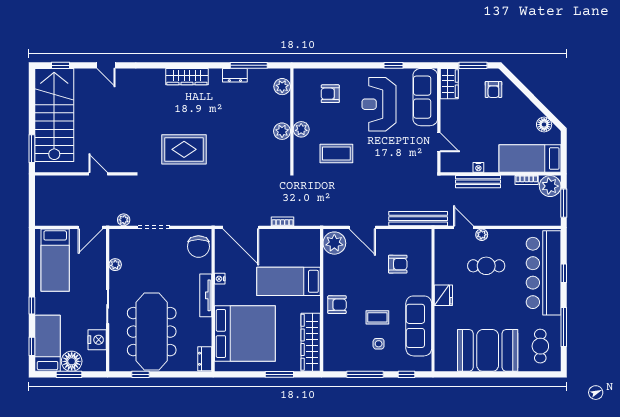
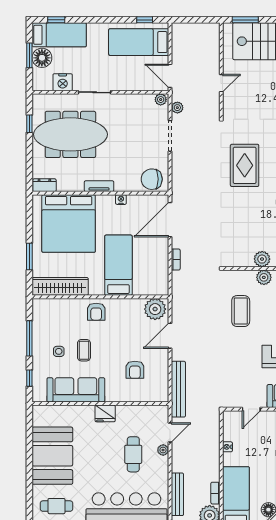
bench: (478, 182) -> (177, 494), moved
plant: (115, 265) -> (161, 100), moved
tv unit: (206, 295) -> (99, 186), width x0.71
window: (32, 305) -> (145, 20), moved

